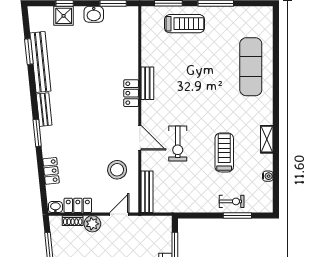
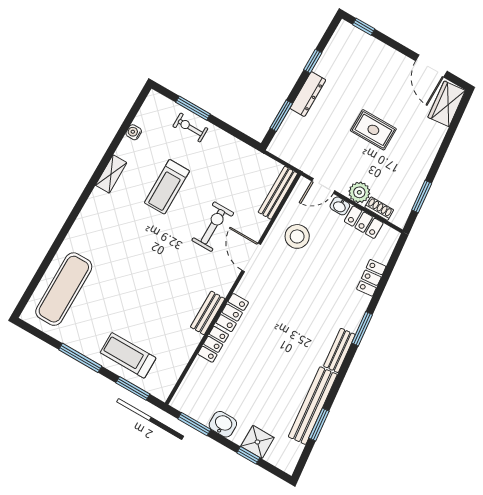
locker: (132, 64) -> (213, 344), added
exercise mat: (251, 67) -> (64, 289), moved
washbasin: (55, 207) -> (340, 206), moved

